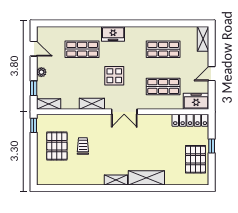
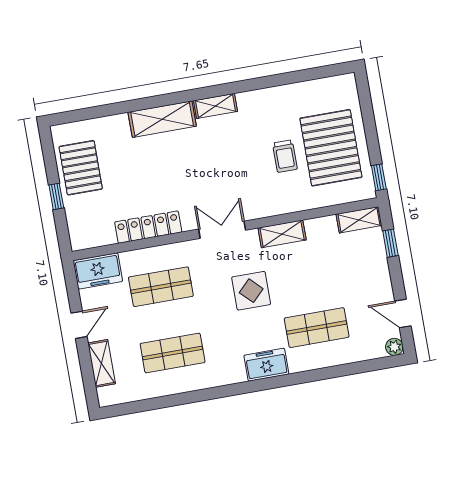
shelving: (203, 39) -> (102, 363), moved
plant: (41, 72) -> (394, 347), moved
locker: (190, 120) -> (148, 227), moved
pallet: (57, 146) -> (331, 148), width x1.37, depth x1.41

